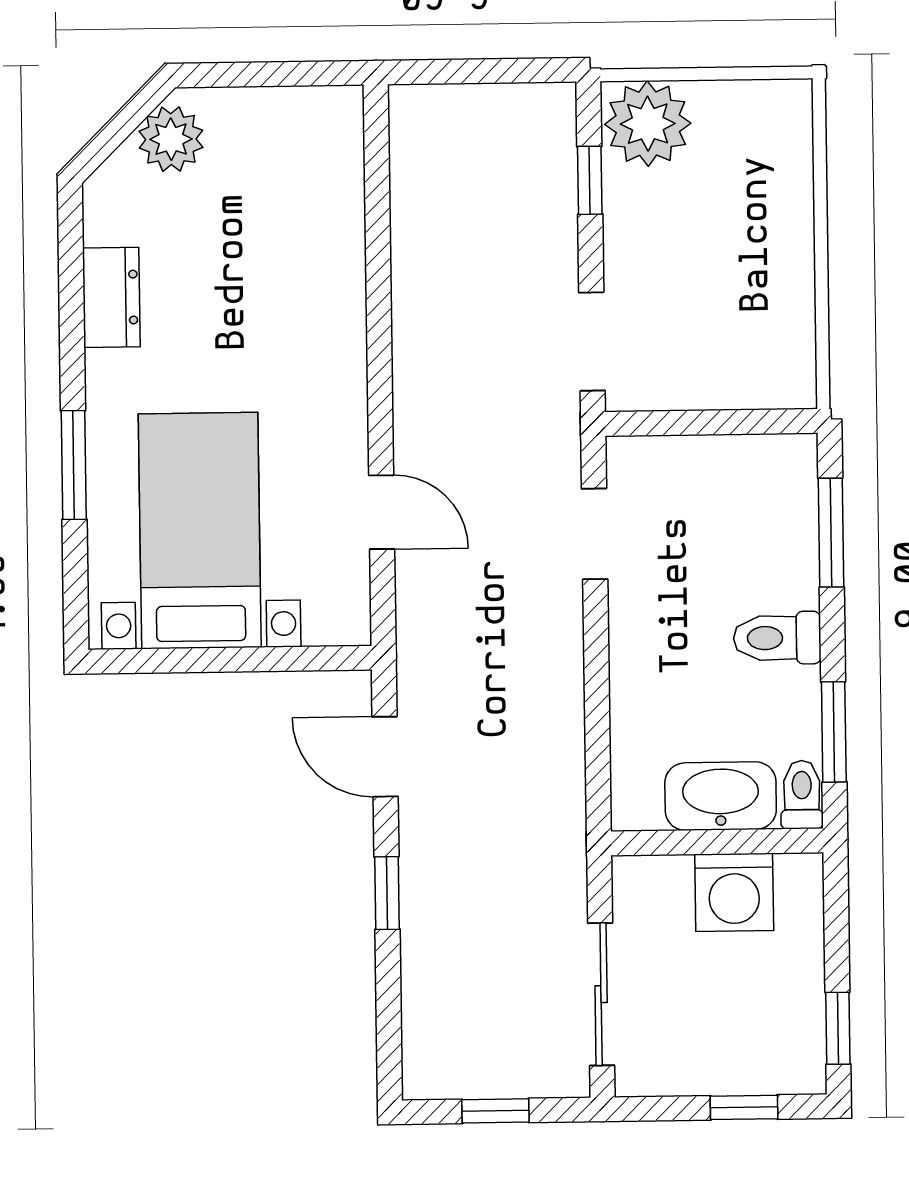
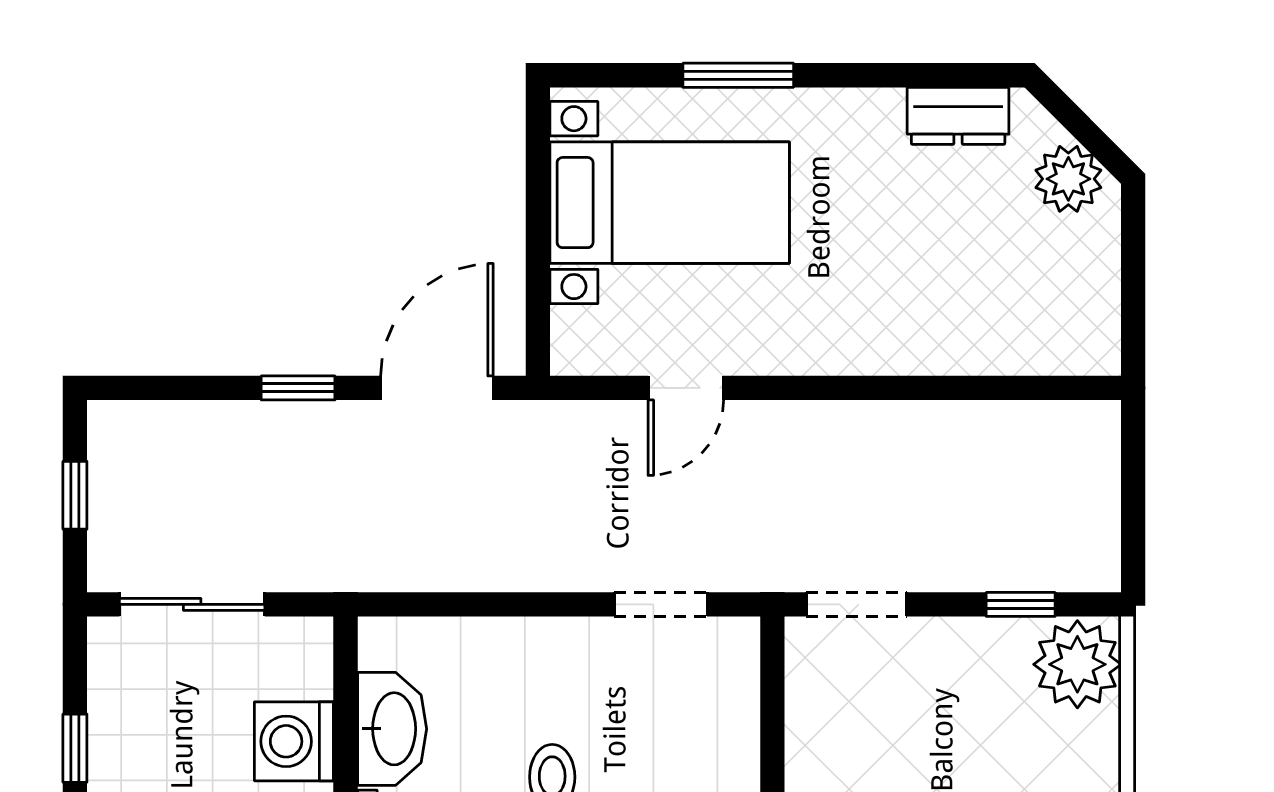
dresser: (111, 297) -> (958, 116), moved
door: (385, 757) -> (437, 388), width x1.38

